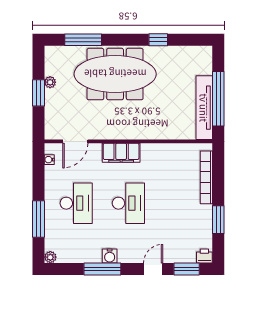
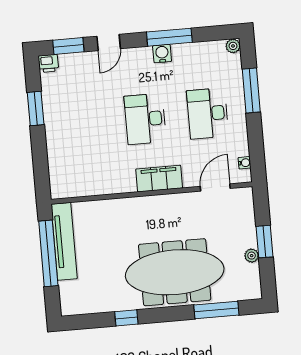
bookcase: (206, 177) -> (54, 158), removed

